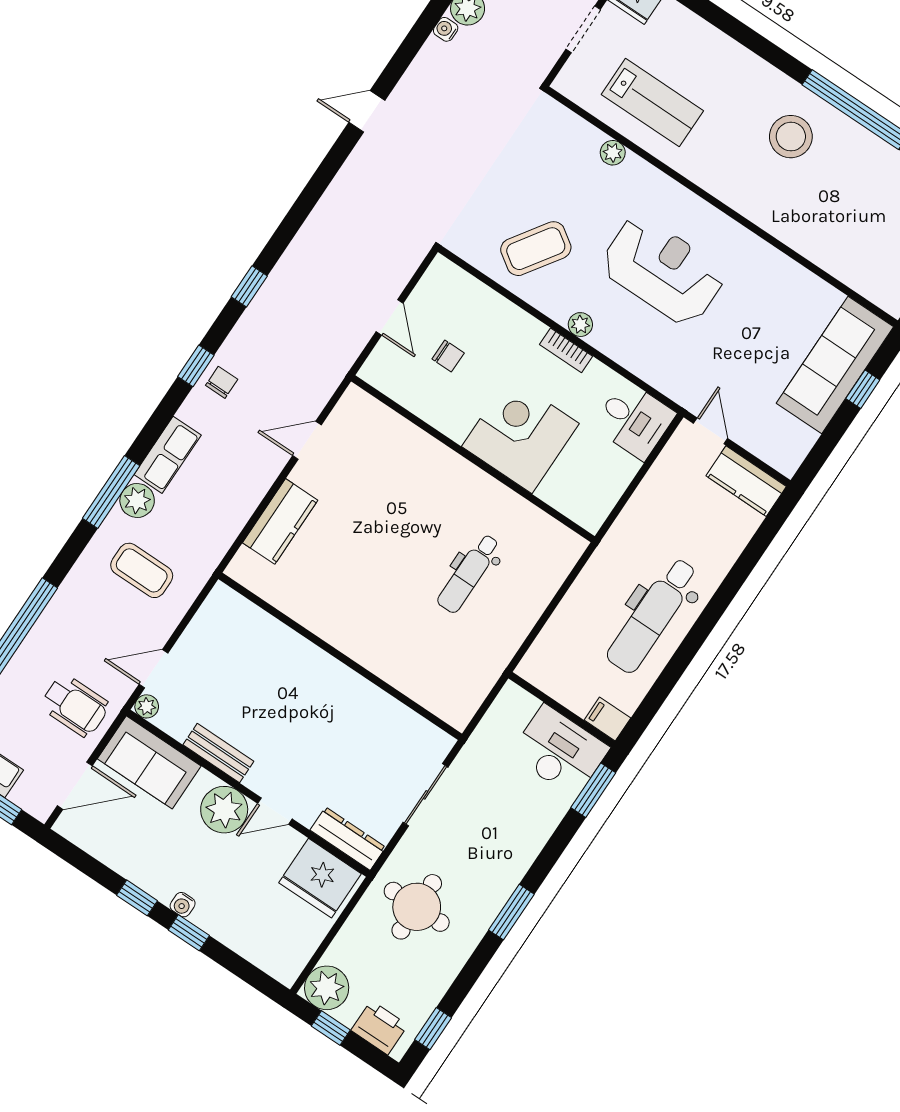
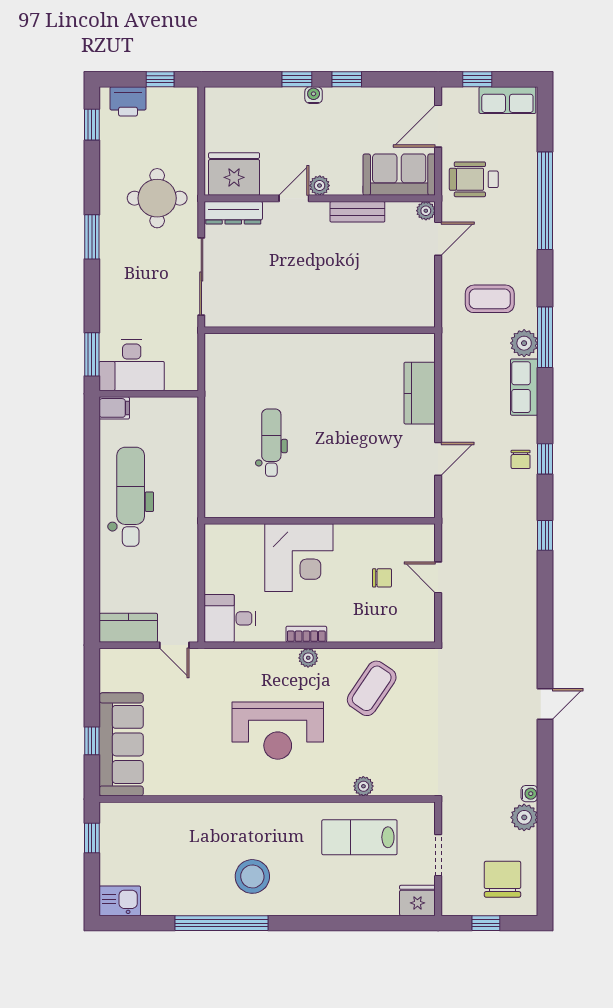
chair: (448, 356) -> (382, 578), turned 180
sliding door: (425, 795) -> (201, 276), width x1.37
plant: (224, 810) -> (320, 186), width x0.53, depth x0.53
plant: (327, 988) -> (181, 104), removed

